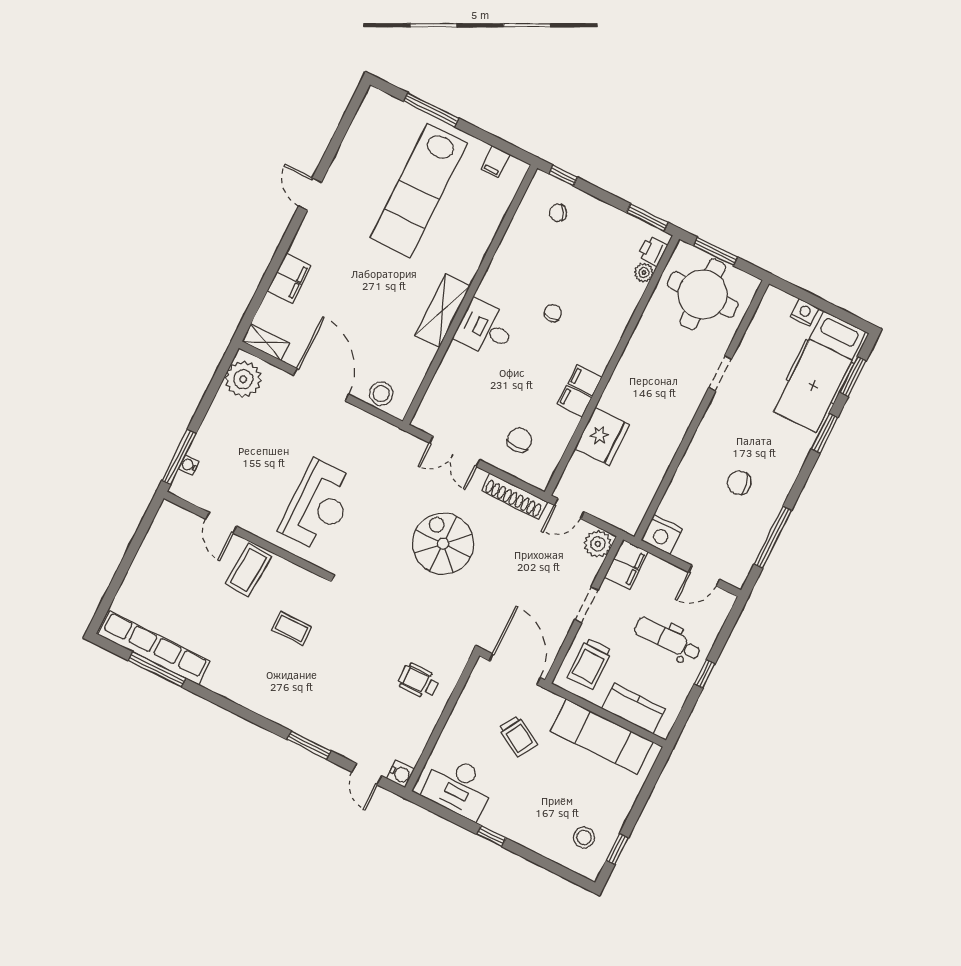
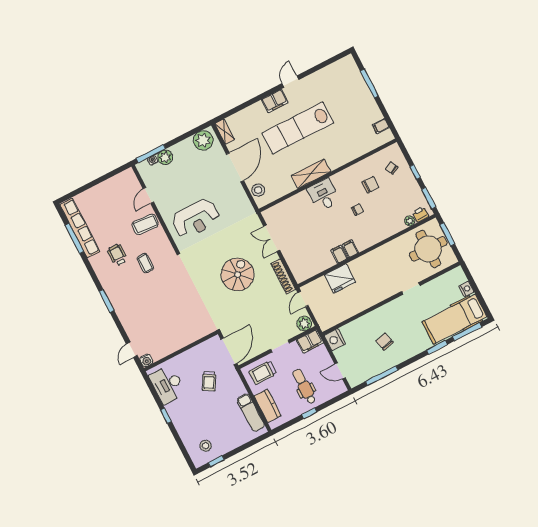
window: (563, 175) -> (415, 172), moved
lab bench: (419, 191) -> (298, 128), moved
filing cabinet: (289, 278) -> (275, 101), moved
window: (853, 377) -> (467, 332), width x1.44
chair: (520, 440) -> (370, 185), moved
plant: (205, 447) -> (165, 157), added
door: (569, 508) -> (303, 299), hinge flipped
wheelchair: (418, 681) -> (117, 255), moved
exam couch: (602, 737) -> (251, 413), width x0.73, depth x0.69
window: (309, 745) -> (107, 301), moved

